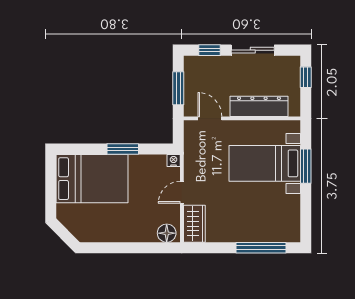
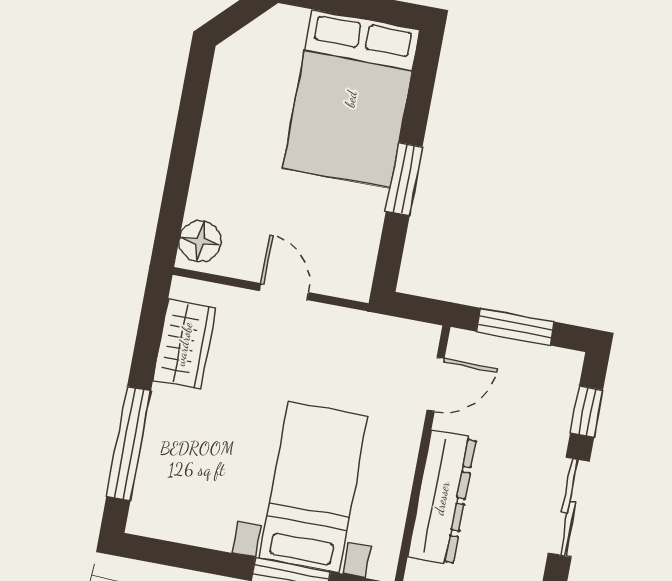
nightstand: (174, 160) -> (358, 286), removed
wardrobe: (194, 224) -> (184, 344), moved, turned -90

